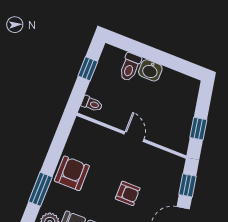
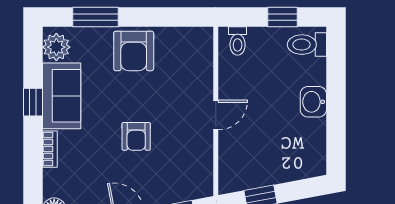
toilet: (130, 67) -> (307, 45), moved
armchair: (72, 173) -> (134, 51), turned 90

